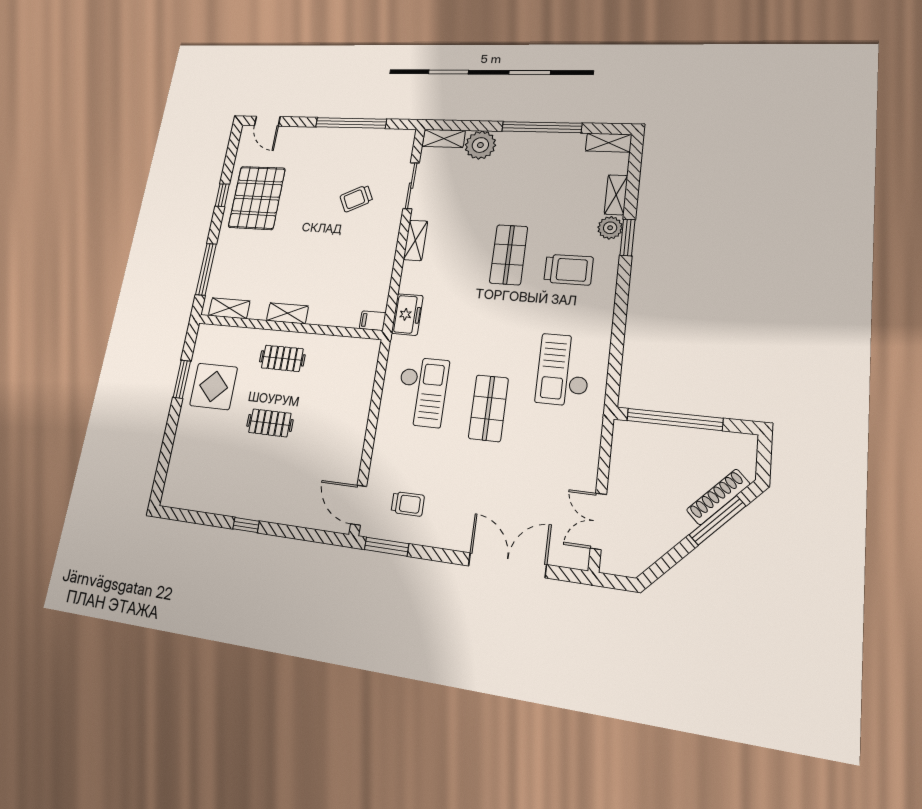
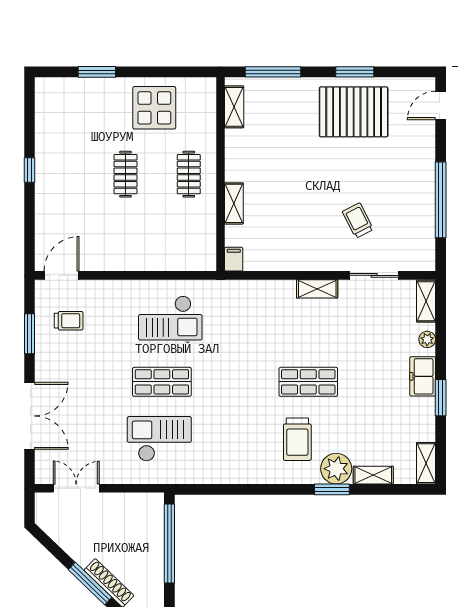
window: (542, 127) -> (441, 398), width x0.47
plant: (480, 145) -> (427, 339), width x0.53, depth x0.53
window: (222, 195) -> (355, 72), width x1.50
plant: (610, 228) -> (336, 469), width x1.36, depth x1.36
shelving: (287, 313) -> (234, 203), moved
freezer: (407, 314) -> (423, 376), moved, turned 90
checkout: (564, 370) -> (159, 439), moved
window: (182, 379) -> (97, 72), moved
trolley: (408, 504) -> (69, 321), turned -90
window: (387, 547) -> (29, 334), moved

